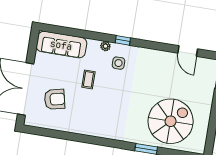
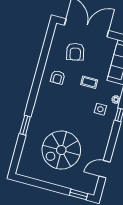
armchair: (87, 117) -> (58, 77), added
spiral stairs: (171, 121) -> (61, 150), moved, turned 90

